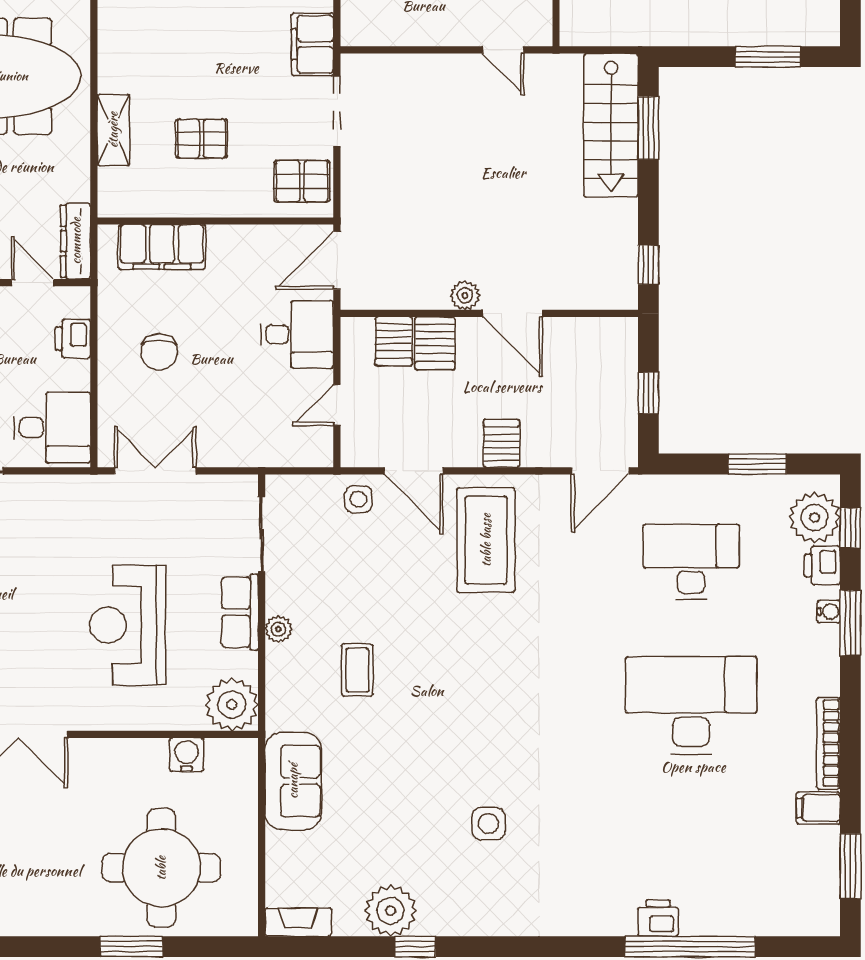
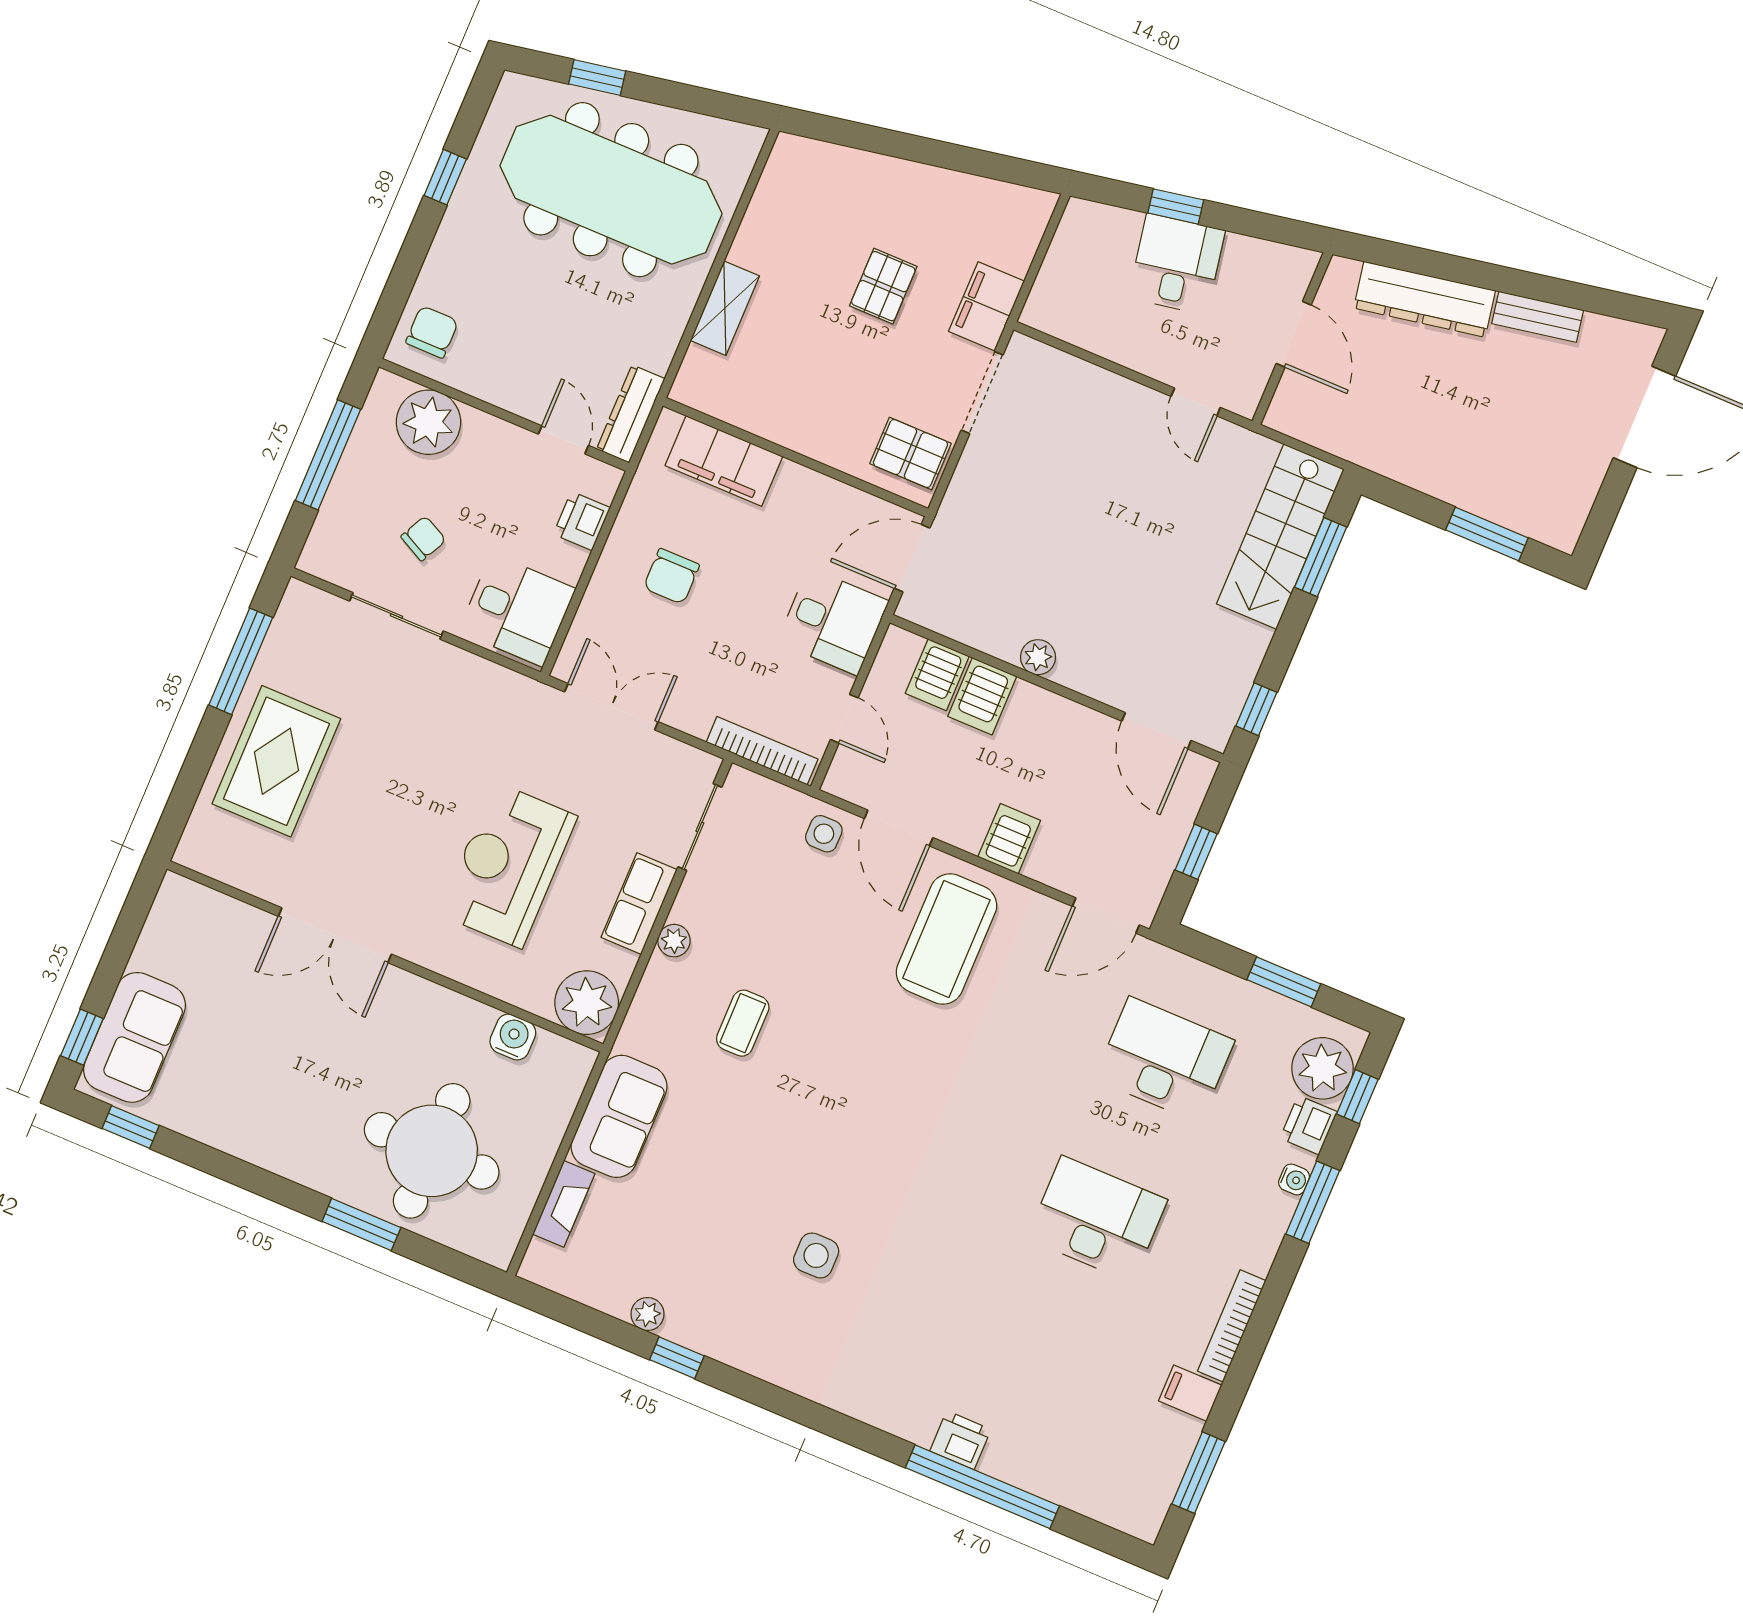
pallet: (201, 139) -> (883, 286), moved, turned 90
door: (513, 313) -> (1156, 731), moved
door: (337, 405) -> (844, 719), swing flipped
bookcase: (284, 456) -> (762, 751), added
desk: (691, 705) -> (1097, 1219), width x0.73, depth x0.77
plant: (391, 911) -> (648, 1314), width x0.53, depth x0.53
fireplace: (298, 922) -> (564, 1204), moved, turned 90

